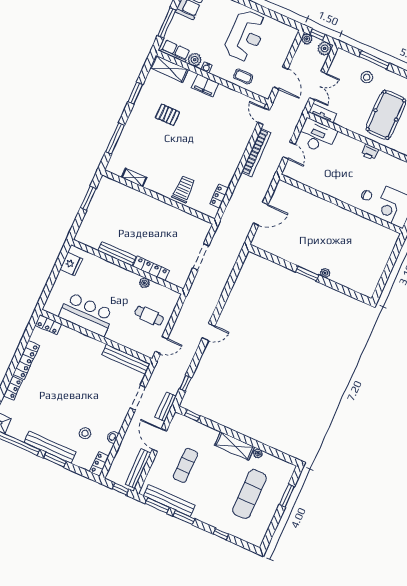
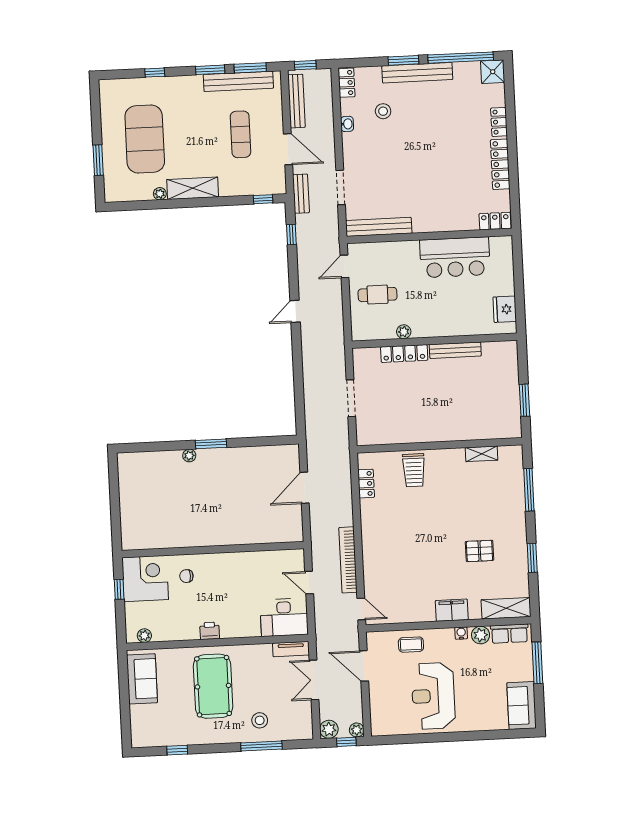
exercise mat: (249, 494) -> (145, 139), width x1.47

